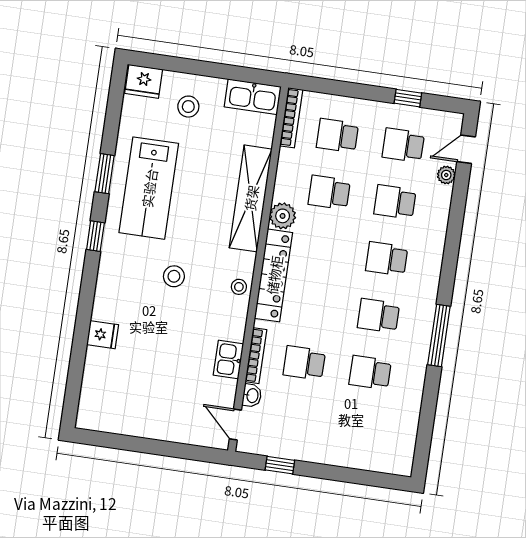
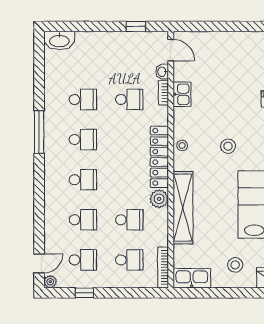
plant: (446, 175) -> (50, 282), moved
bookcase: (256, 356) -> (163, 93), width x0.64
washbasin: (391, 461) -> (59, 41), added

